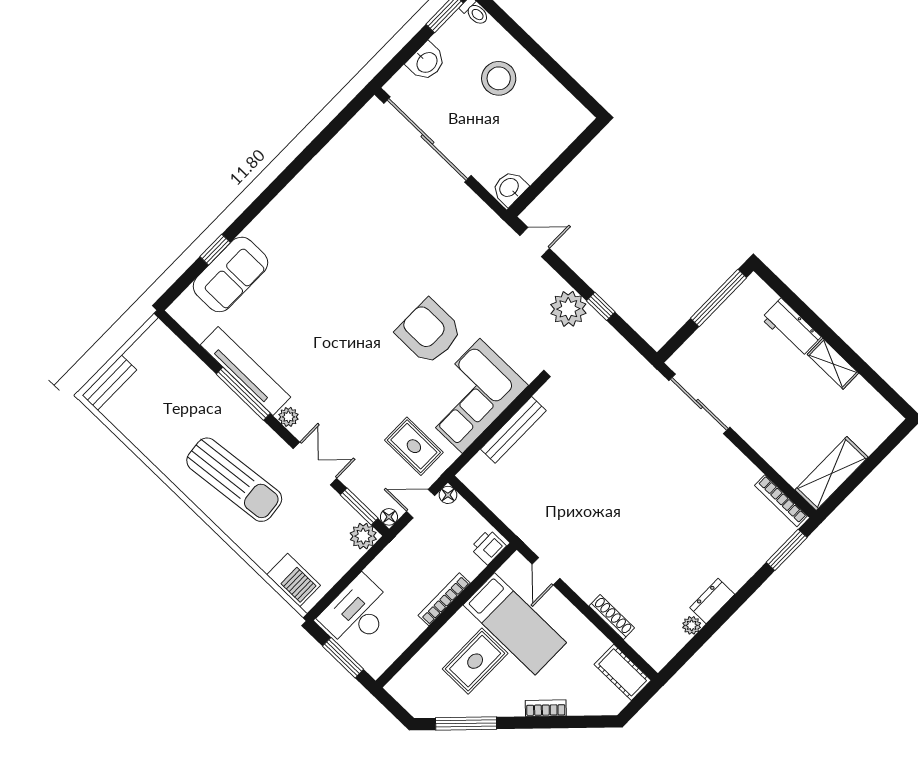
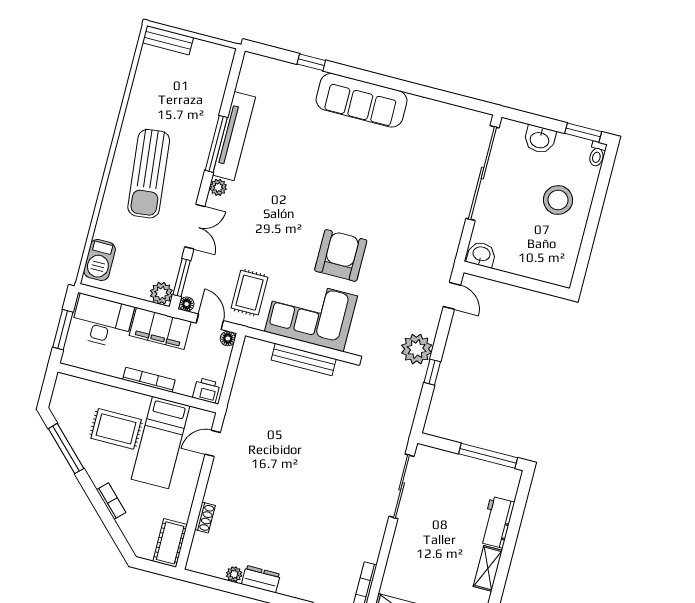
sofa: (230, 274) -> (362, 100), moved, width x1.36
filing cabinet: (398, 558) -> (160, 328), added
shoe rack: (612, 617) -> (205, 517), width x0.70

